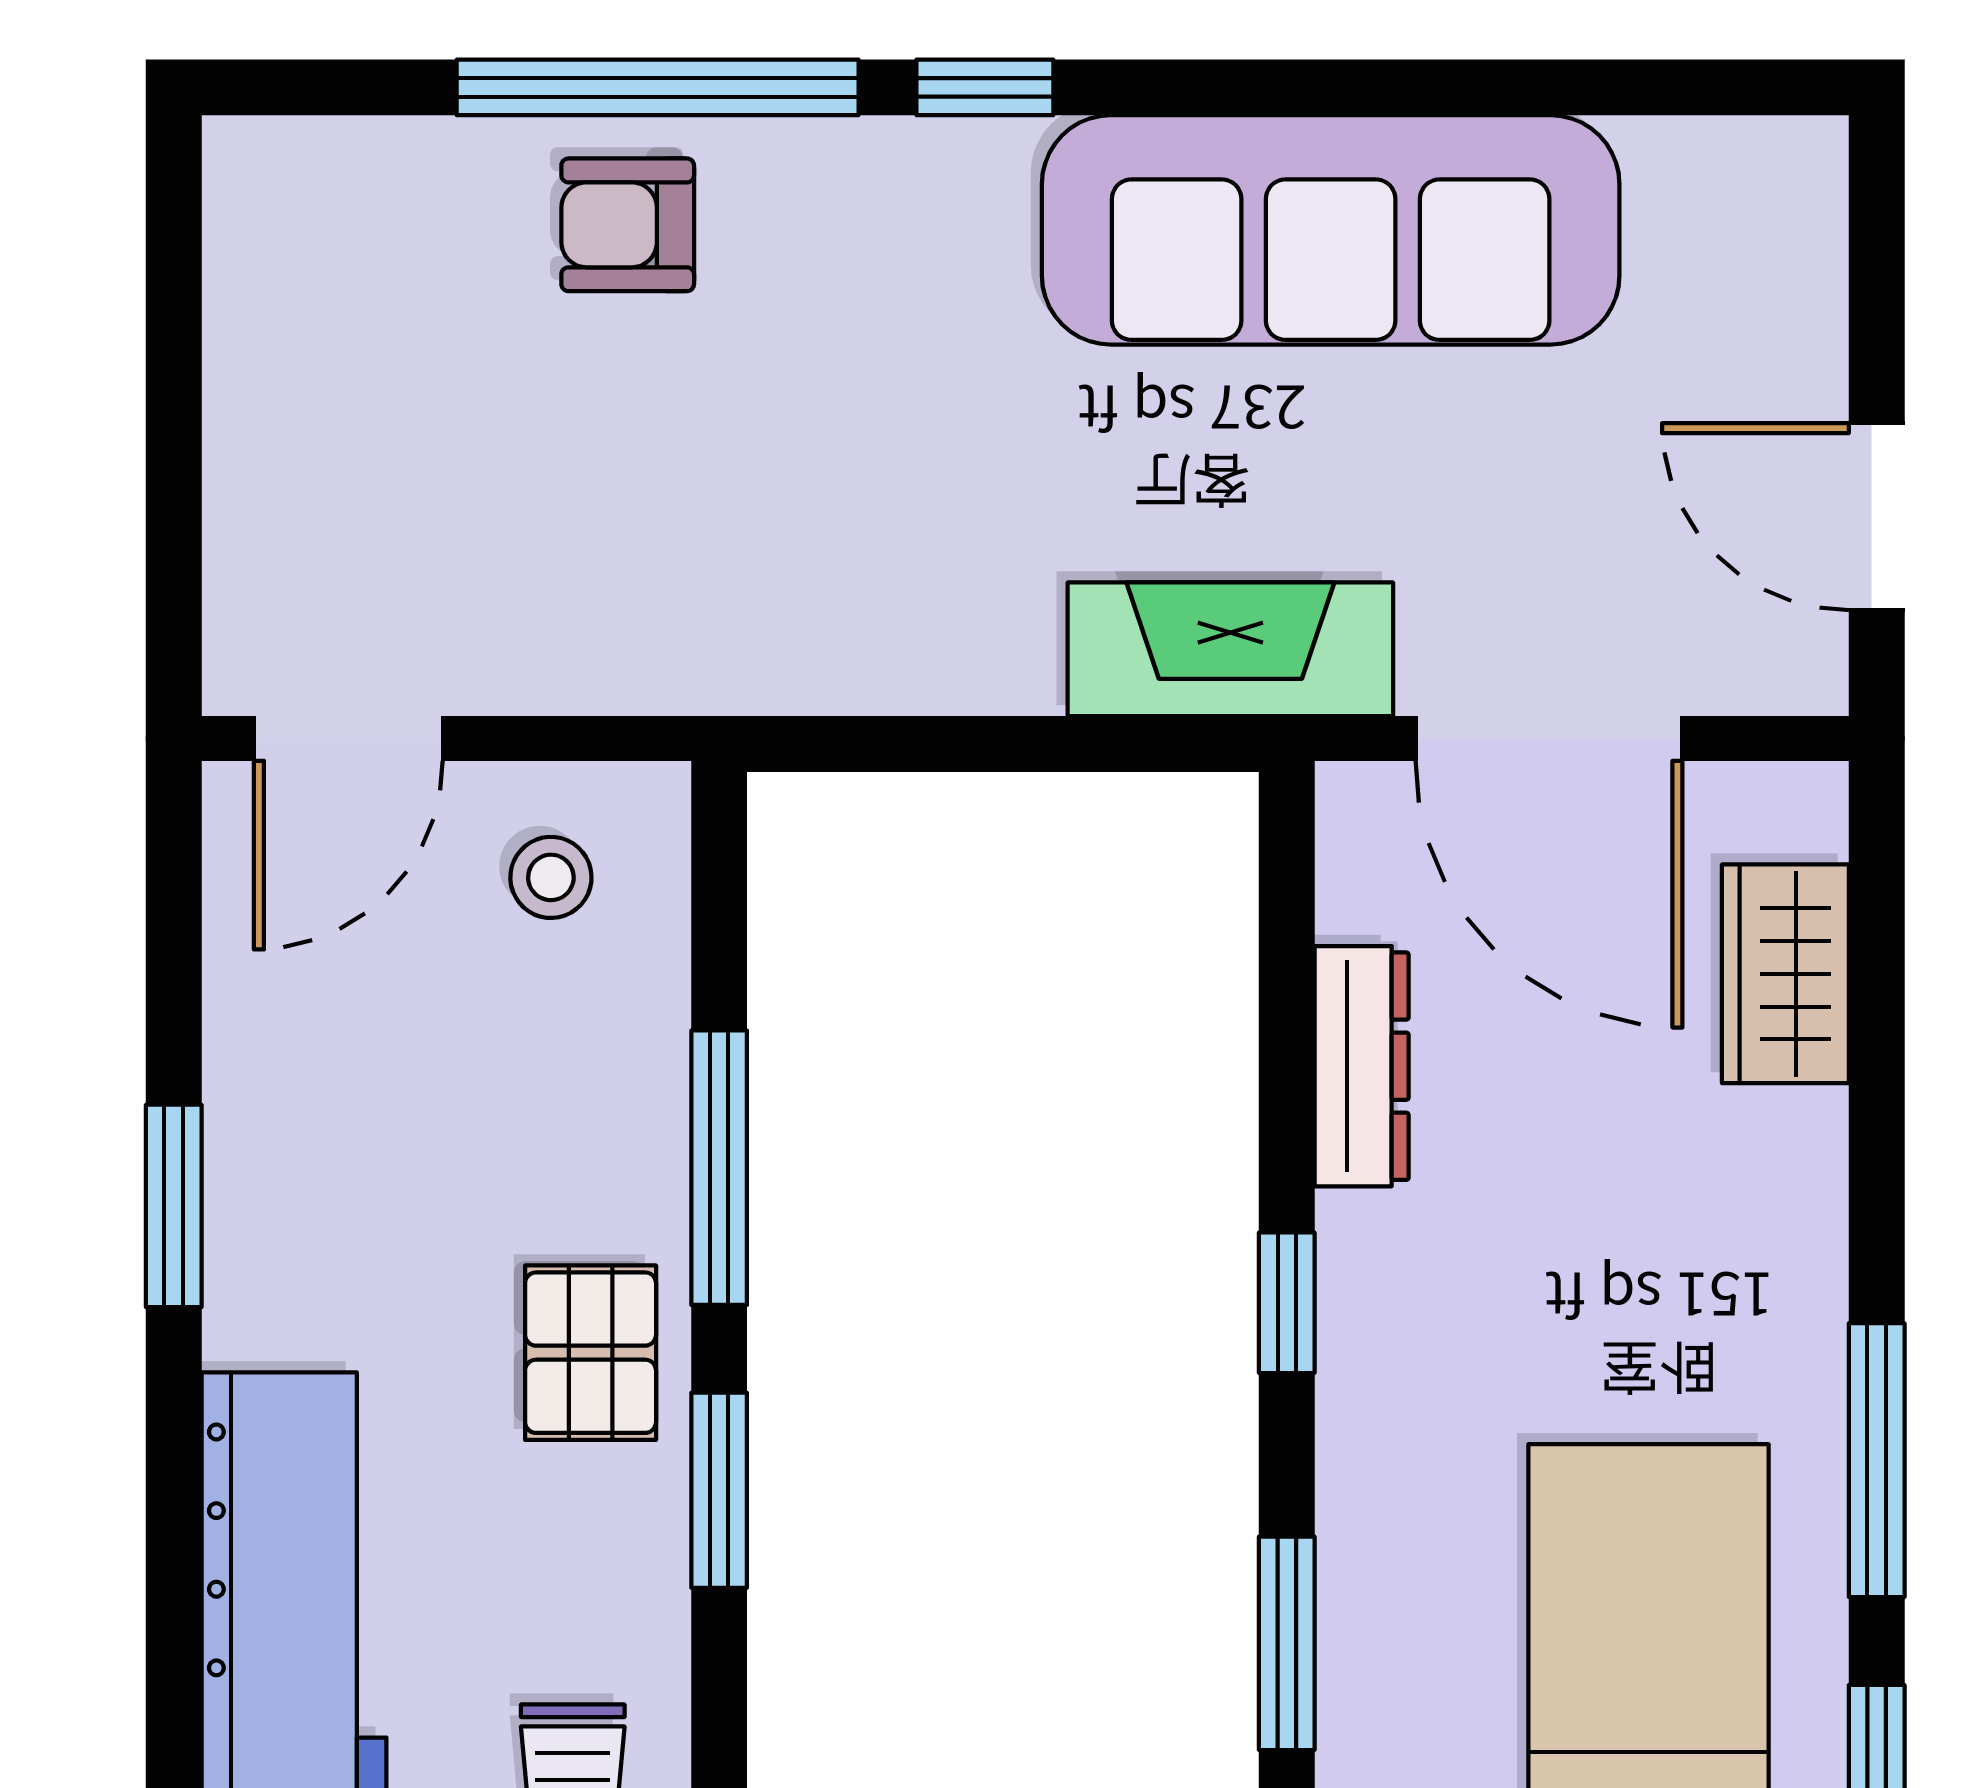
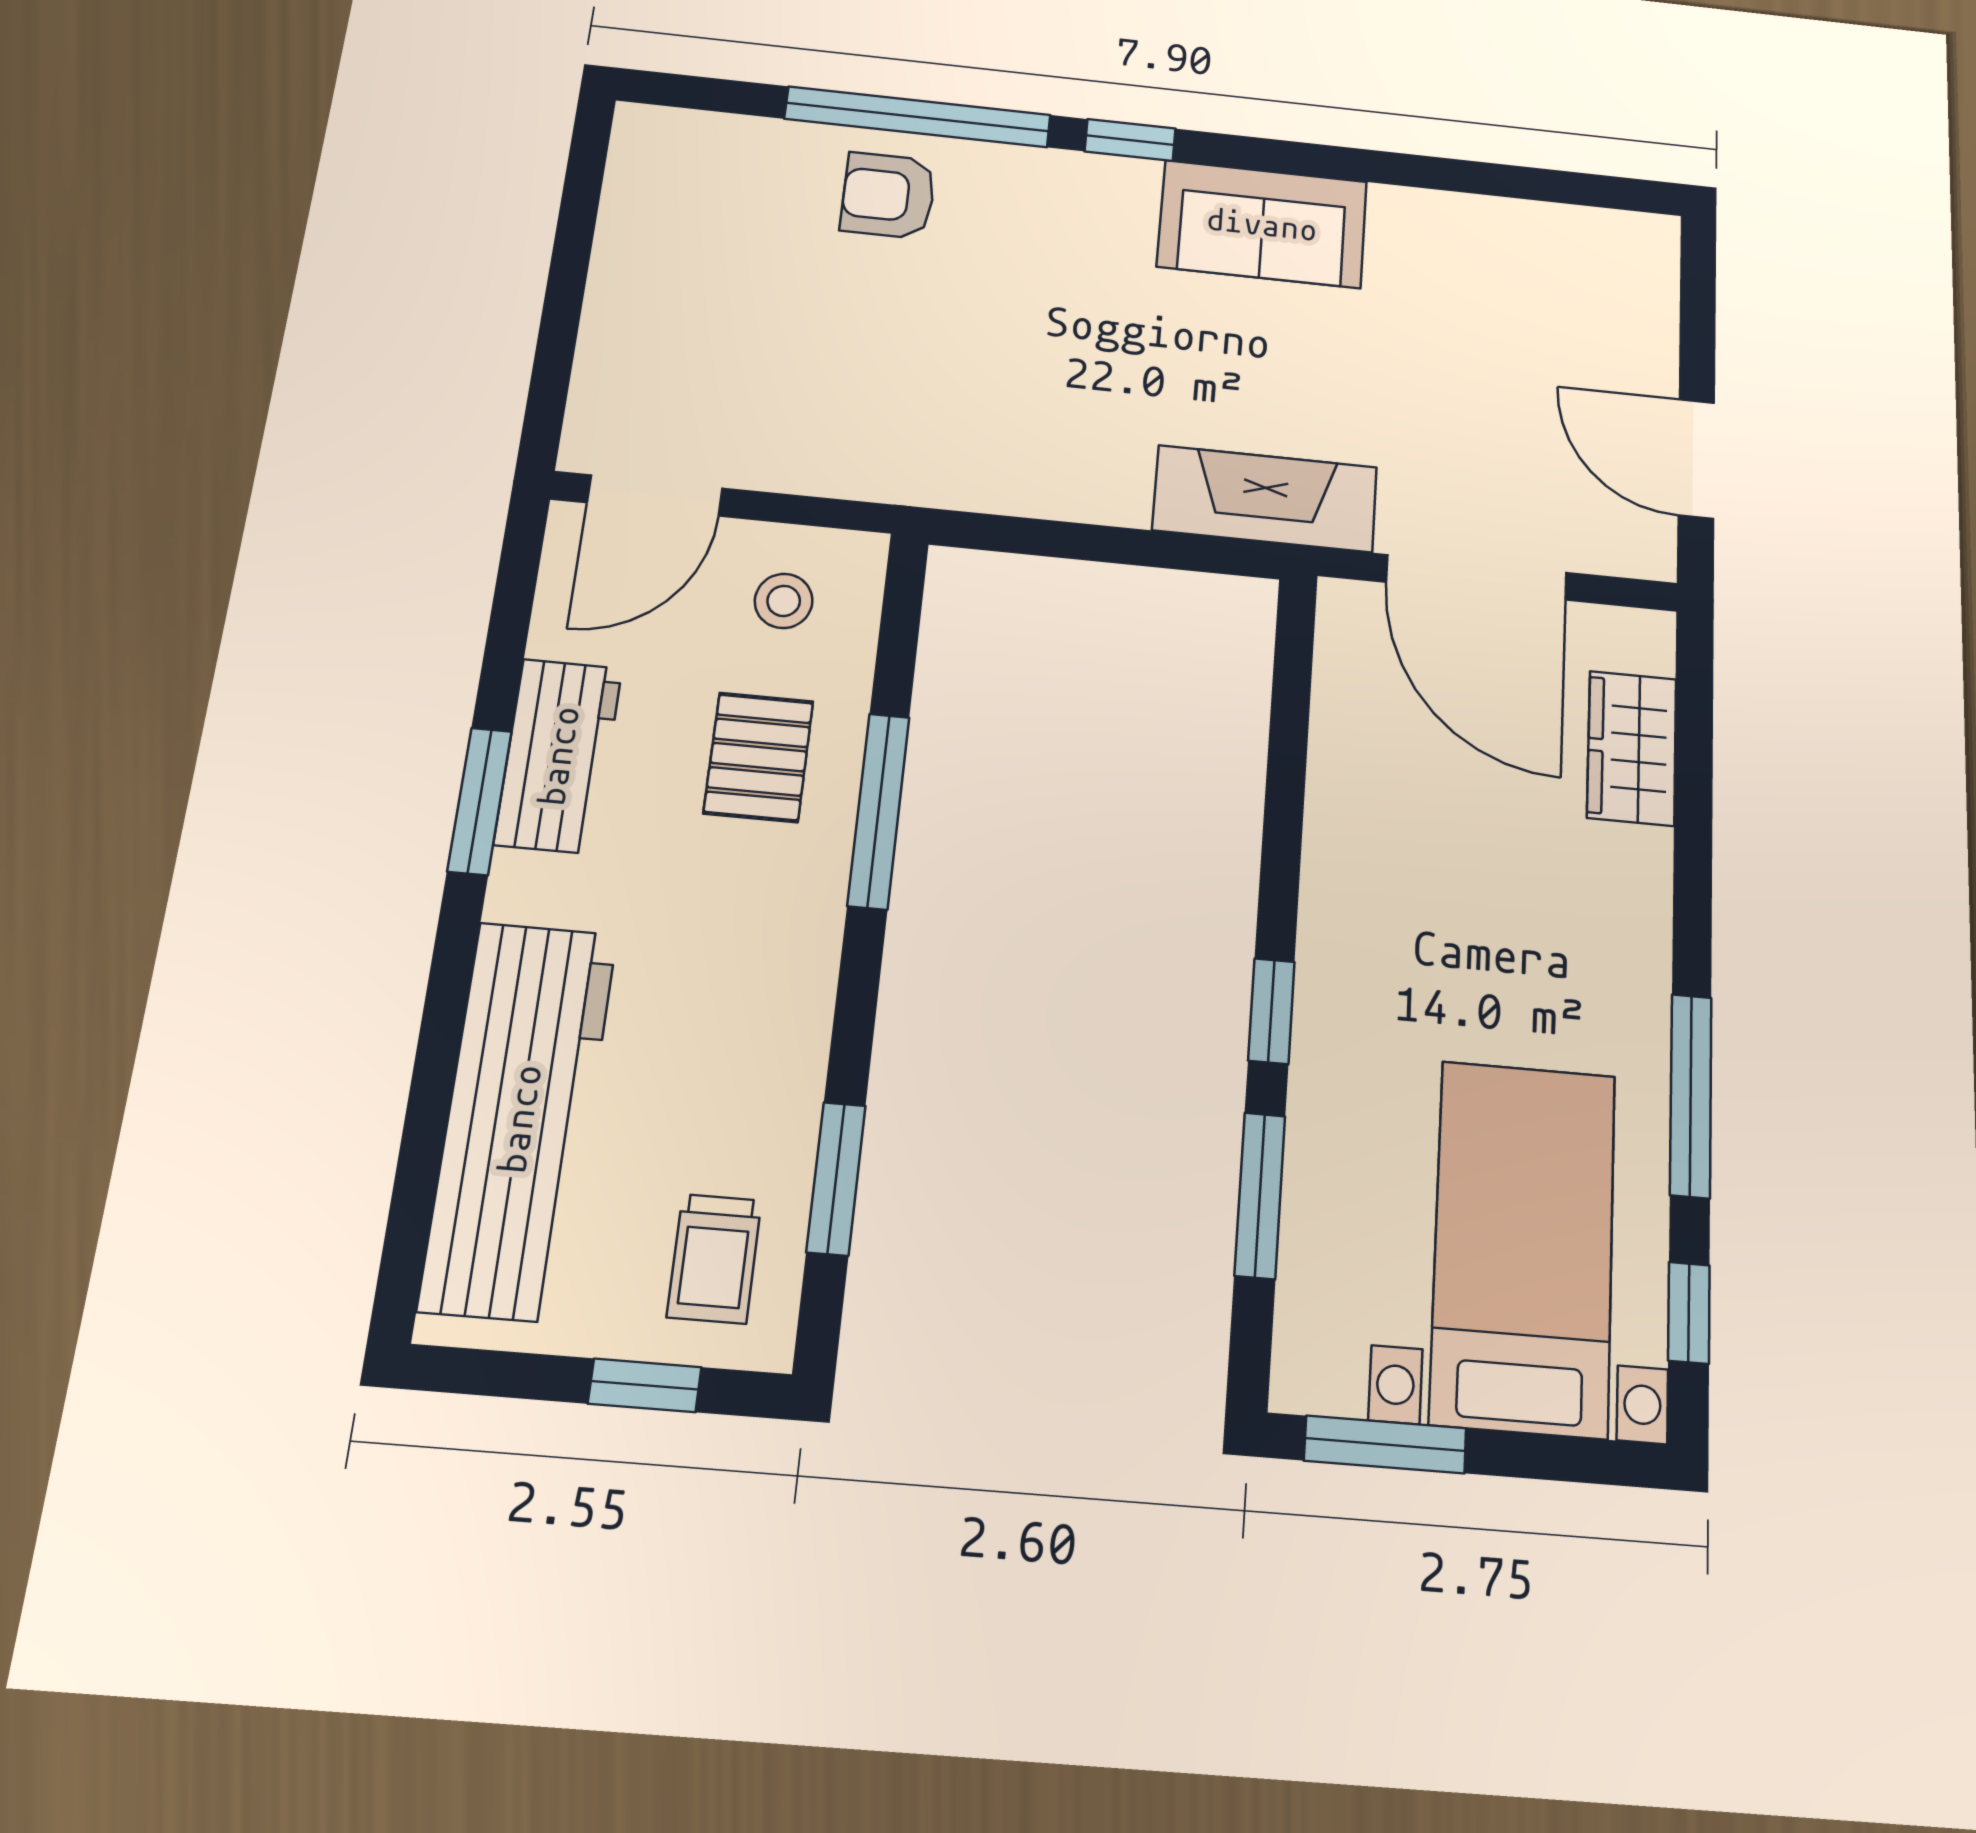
sofa: (1331, 230) -> (1262, 224), width x0.54, depth x0.79
dresser: (1362, 1066) -> (1338, 783), removed
workbench: (270, 1132) -> (558, 756), added
window: (1287, 1303) -> (1271, 1011), moved
pallet: (591, 1353) -> (759, 757), moved
window: (719, 1490) -> (836, 1179), moved

